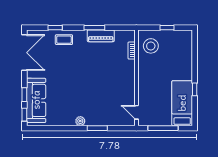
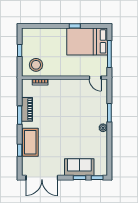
coffee table: (64, 40) -> (30, 142), width x1.86, depth x1.72
double door: (24, 53) -> (42, 178), swing flipped
sofa: (36, 100) -> (79, 167), width x0.73
bed: (182, 103) -> (87, 41), width x1.50
door: (136, 112) -> (95, 78), hinge flipped

